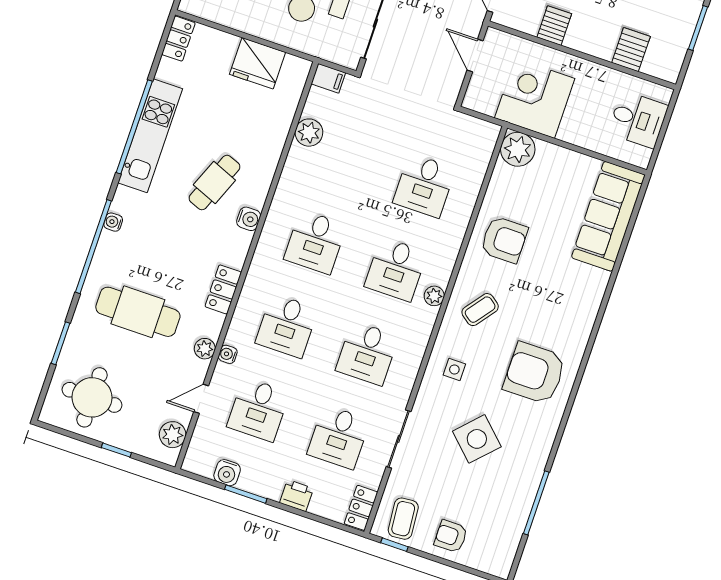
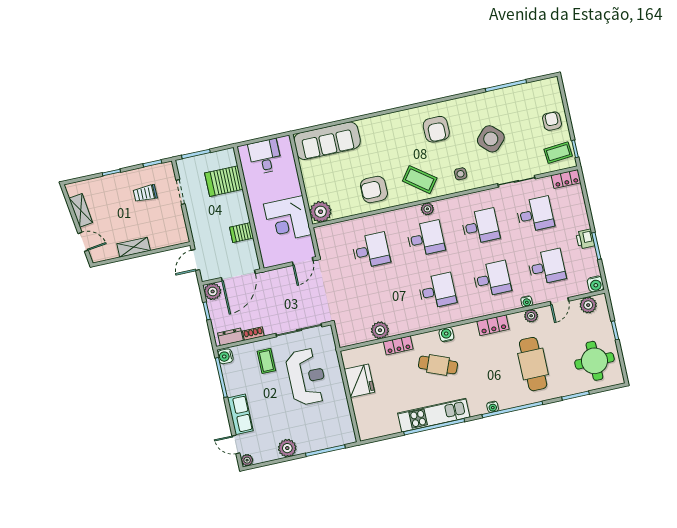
locker: (178, 39) -> (398, 345), moved, turned 180
server rack: (631, 50) -> (224, 181), width x1.36, depth x1.44
door: (475, 56) -> (303, 261), moved
filing cabinet: (328, 78) -> (344, 338), removed
armchair: (504, 240) -> (374, 189), turned -90
coffee table: (480, 310) -> (420, 180), width x1.36, depth x1.30
armchair: (535, 373) -> (436, 129), width x0.73, depth x0.73
door: (201, 399) -> (559, 301), hinge flipped
water cooler: (227, 473) -> (596, 284), moved, turned 90
printer: (297, 496) -> (585, 239), moved
armchair: (451, 536) -> (552, 121), turned 180

